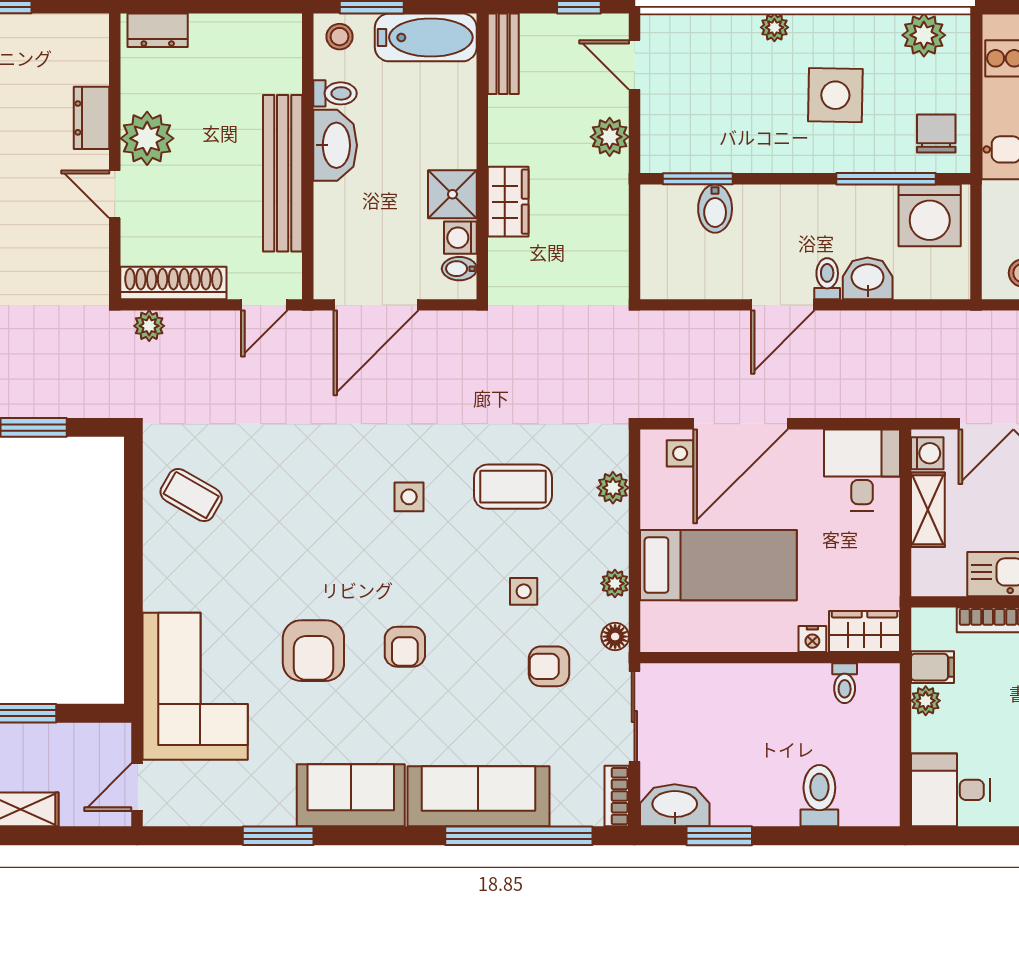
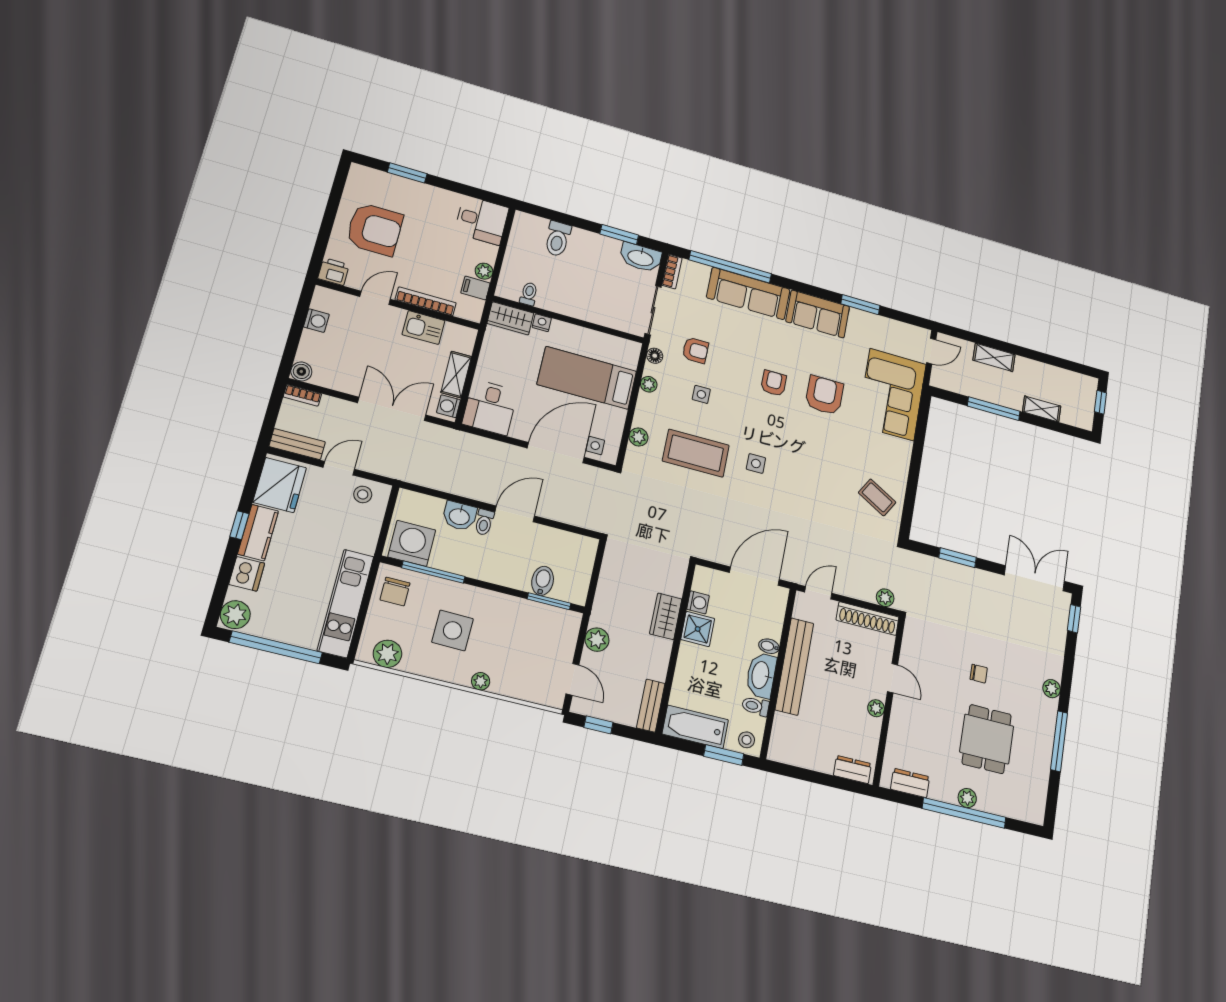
dresser: (92, 118) -> (910, 783), moved, turned -90
plant: (147, 138) -> (876, 708), width x0.53, depth x0.53
bidet: (459, 269) -> (769, 646), moved, turned 180
coffee table: (513, 487) -> (696, 453), width x1.36, depth x1.32

